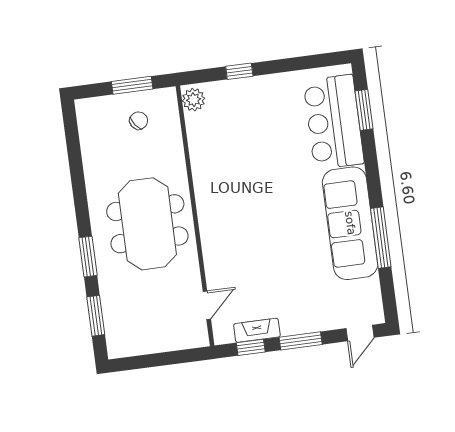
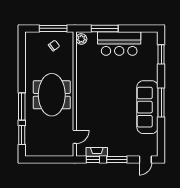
window: (239, 71) -> (105, 28), width x2.17
window: (132, 85) -> (53, 28), width x1.44
bar counter: (334, 122) -> (119, 44), moved, turned -90
window: (381, 238) -> (161, 102), moved
window: (88, 257) -> (22, 107), width x1.44

